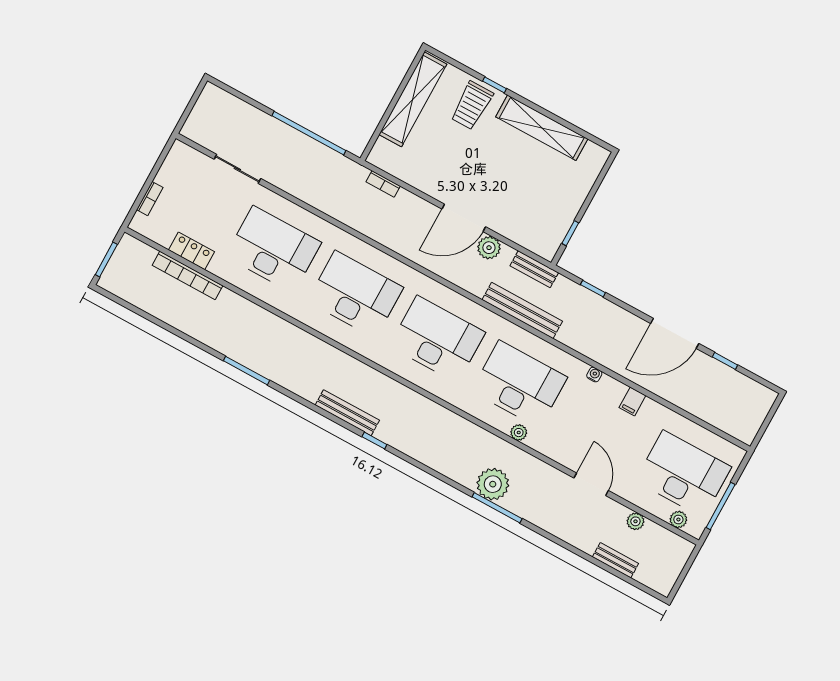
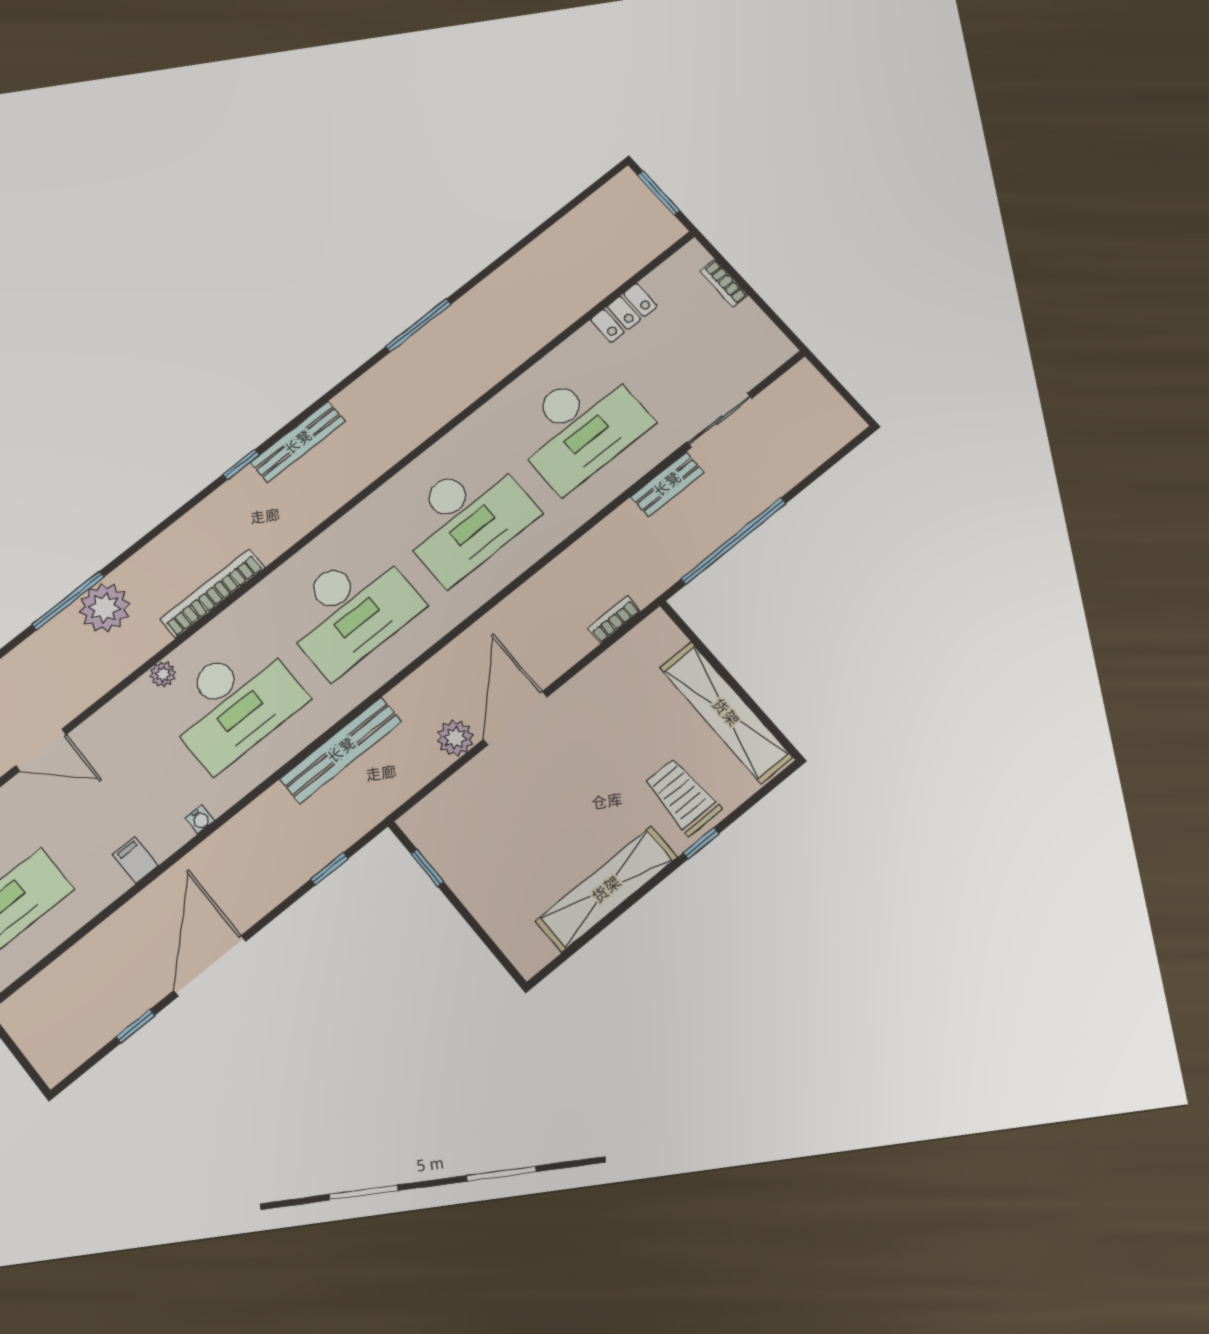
bench: (534, 269) -> (667, 484), moved
bookcase: (188, 275) -> (212, 593), moved

